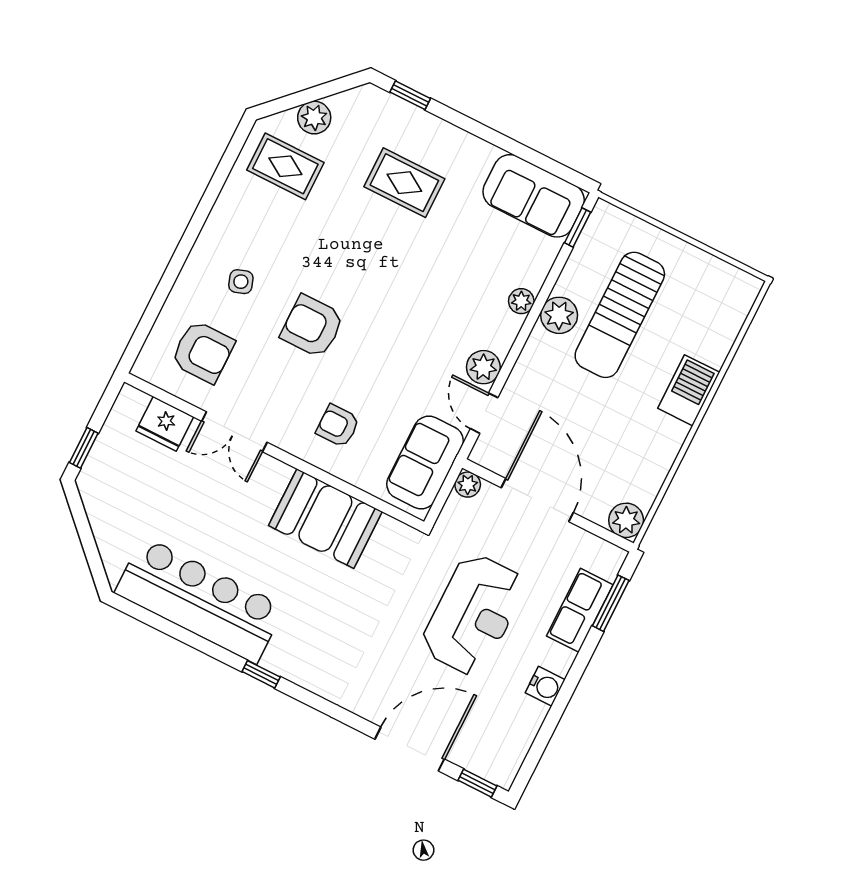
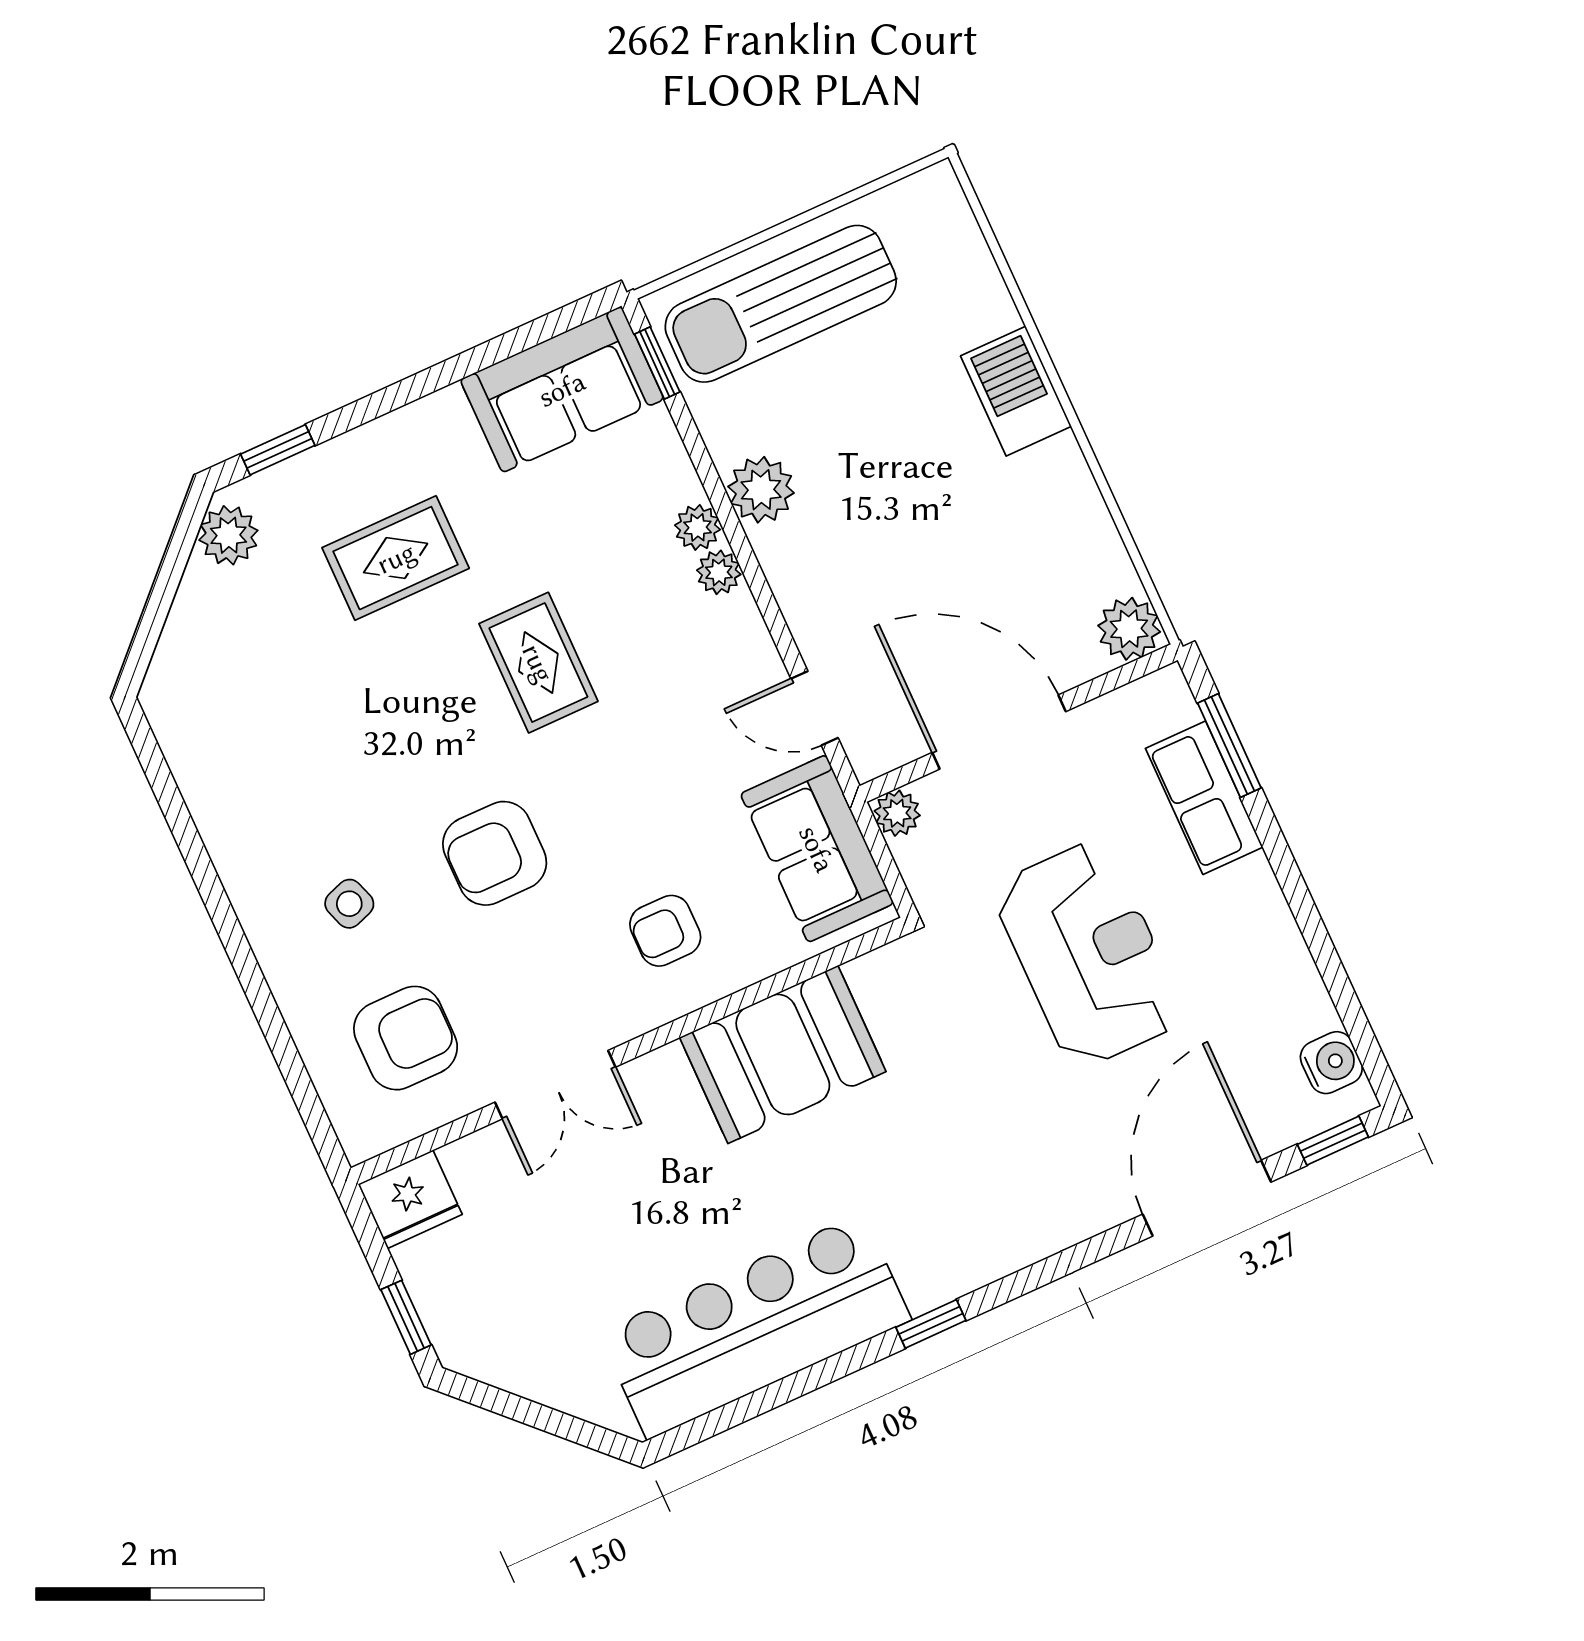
plant: (314, 118) -> (228, 535), moved
rug: (285, 166) -> (538, 663), moved, turned 90
sun lounger: (620, 315) -> (781, 304), moved, turned 90
plant: (483, 367) -> (719, 572), moved, width x0.73, depth x0.73
fridge: (165, 424) -> (410, 1199), moved
water cooler: (545, 686) -> (1331, 1063), moved

